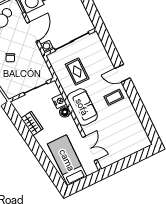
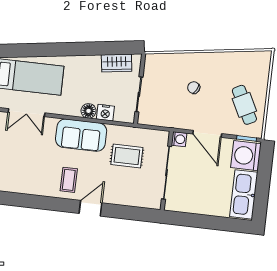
wardrobe: (32, 124) -> (117, 63), moved

